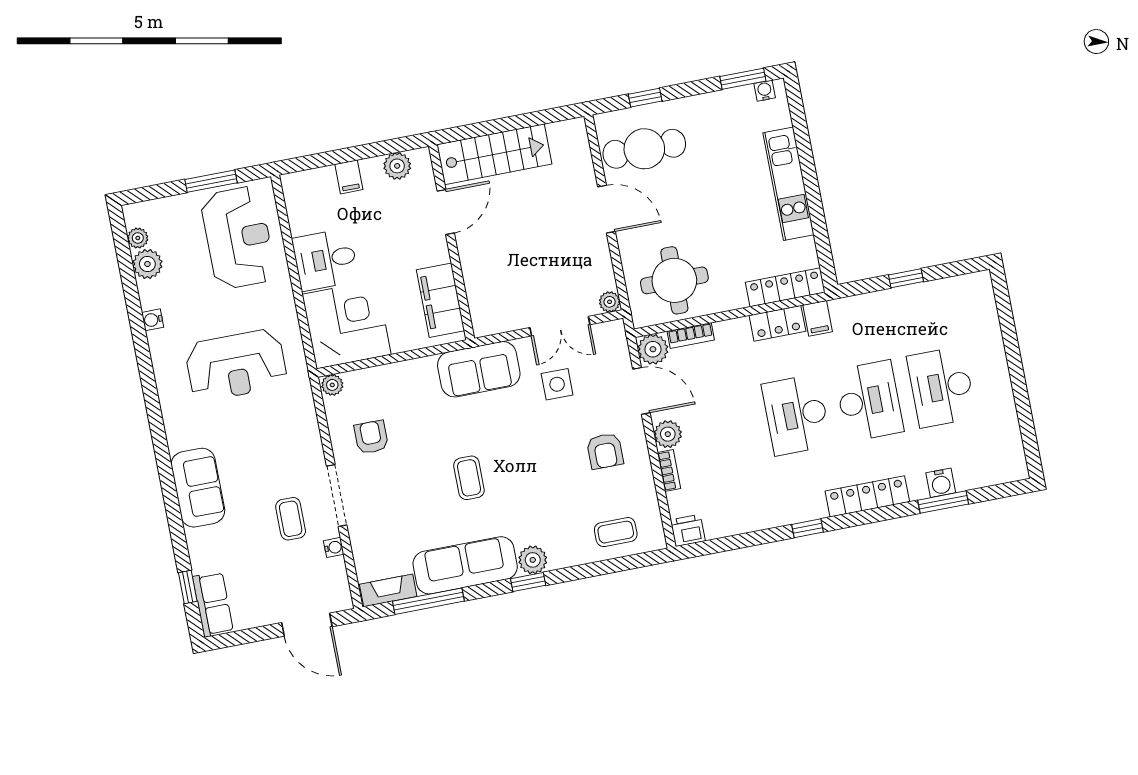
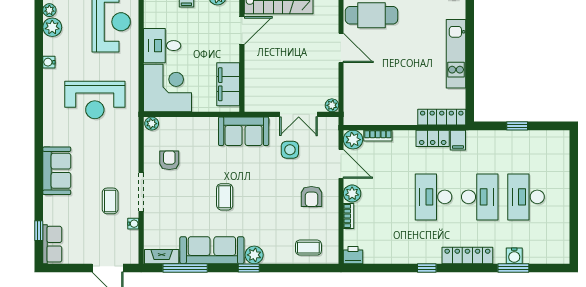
round table: (674, 280) -> (374, 100), removed

